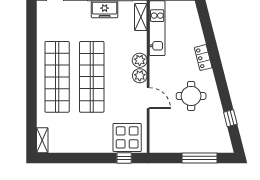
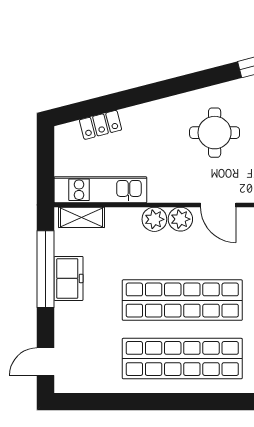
locker: (203, 58) -> (100, 125), moved
door: (148, 98) -> (218, 205), swing flipped

